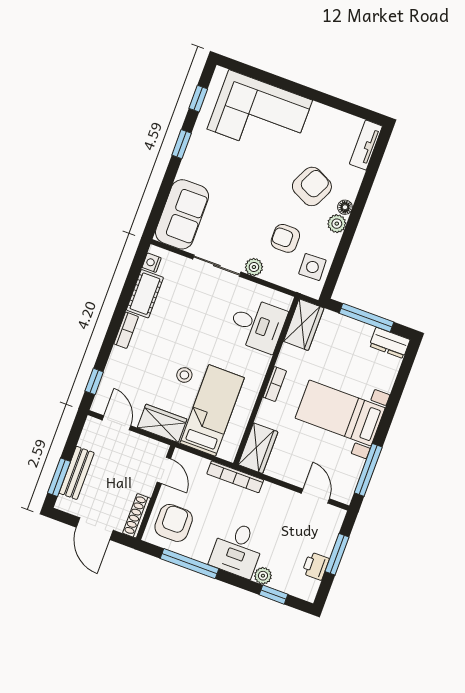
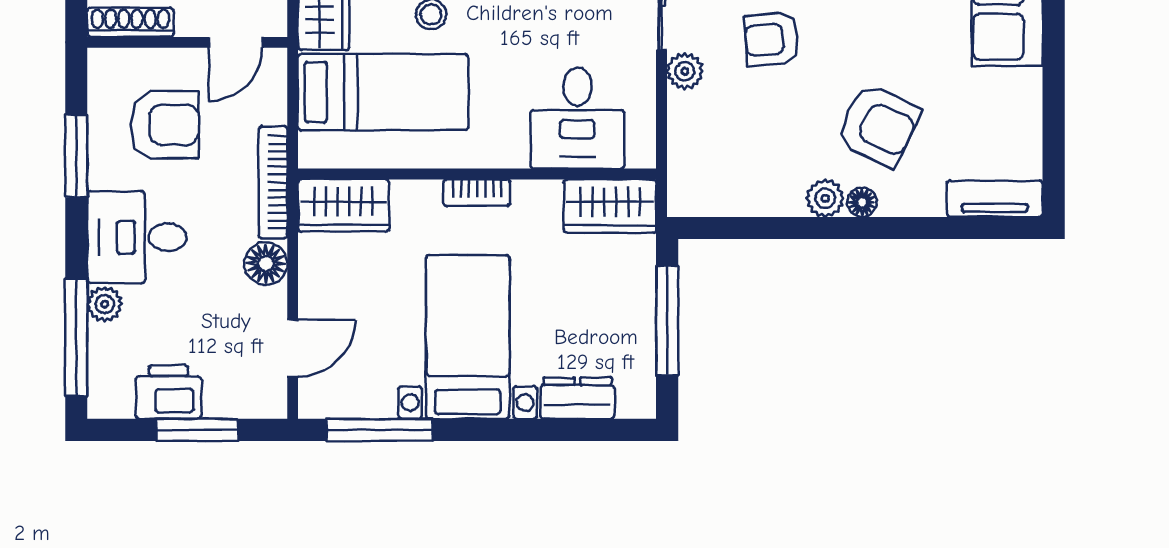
armchair: (285, 238) -> (772, 39), moved, turned -95
side table: (312, 267) -> (726, 182), removed
dresser: (390, 343) -> (577, 398), moved, turned 90
floor lamp: (272, 494) -> (266, 264), added
armchair: (174, 523) -> (165, 125), moved
window: (189, 564) -> (76, 156), width x0.69
printer: (316, 566) -> (168, 392), width x1.36, depth x1.24
window: (274, 595) -> (76, 337), width x2.17

